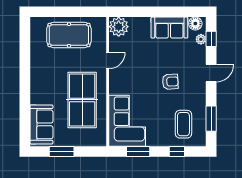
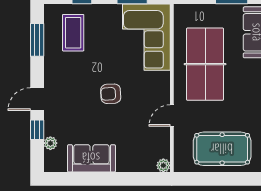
floor lamp: (195, 24) -> (58, 164), removed
plant: (119, 27) -> (163, 165), width x0.53, depth x0.53
window: (211, 39) -> (37, 130), moved
armchair: (170, 82) -> (111, 94), moved

